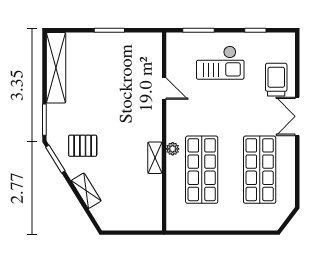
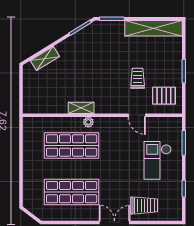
trolley: (118, 88) -> (138, 78), added
door: (164, 89) -> (137, 115), hinge flipped
pallet: (83, 146) -> (164, 96), moved, turned 90
shelving: (86, 191) -> (45, 58), moved

